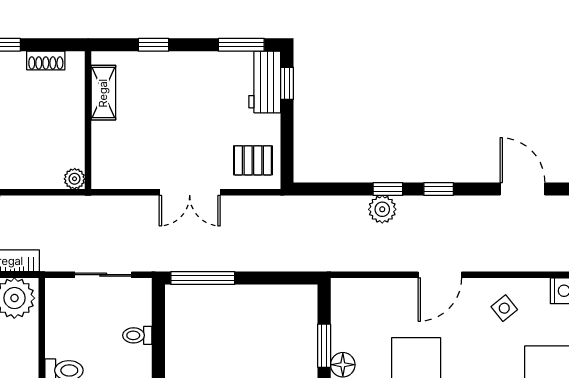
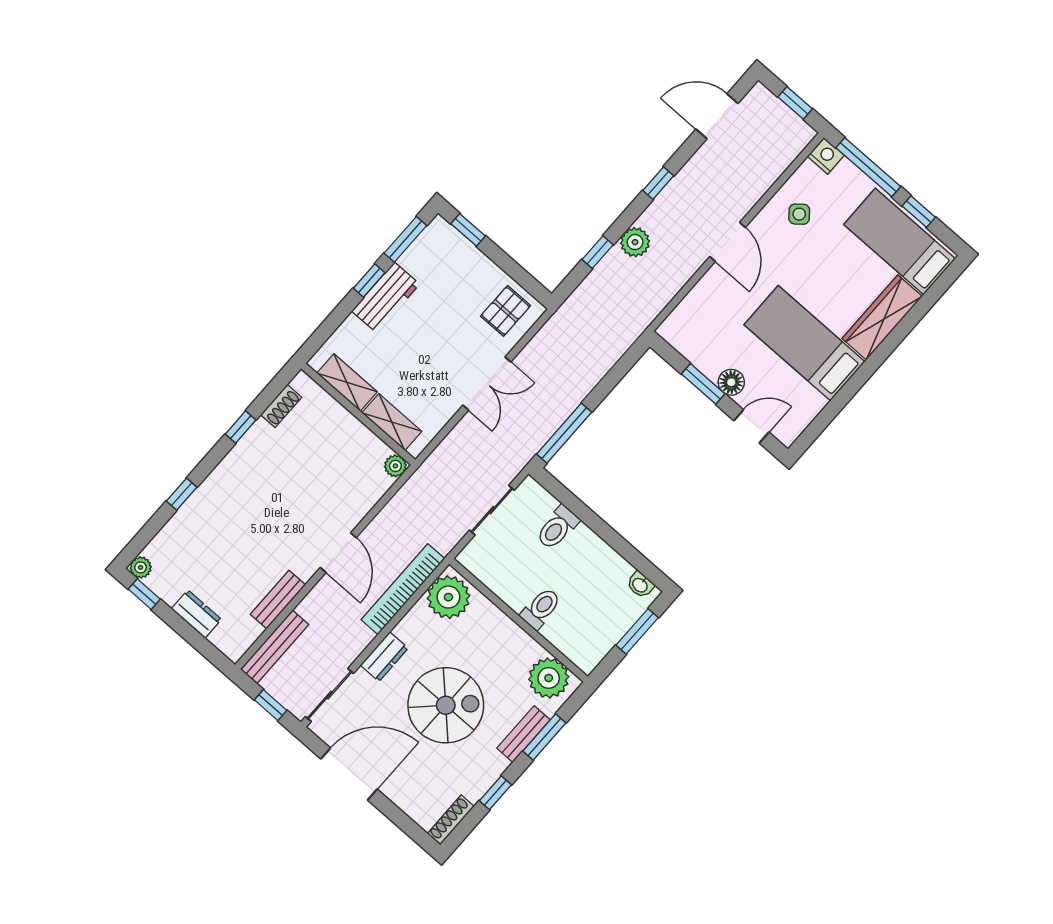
window: (154, 45) -> (369, 281), moved
workbench: (265, 82) -> (386, 298), moved, turned -90
shelving: (103, 149) -> (392, 422), added
window: (388, 189) -> (598, 252), moved
toilet: (137, 335) -> (557, 528), width x1.37, depth x1.39

